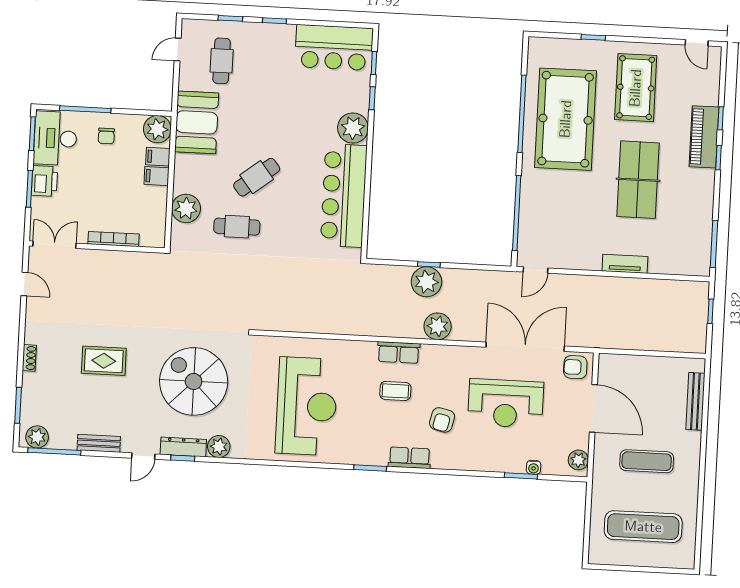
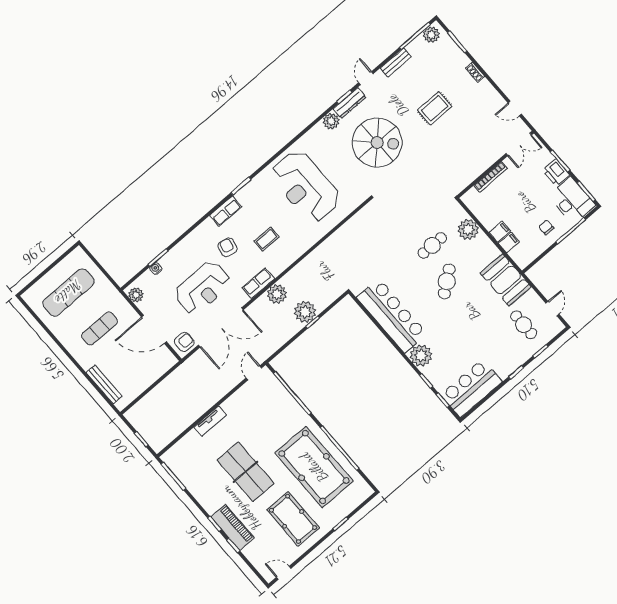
plant: (157, 129) -> (523, 257), removed
row of seats: (399, 352) -> (258, 283), moved
reception desk: (506, 403) -> (203, 288), turned 180

